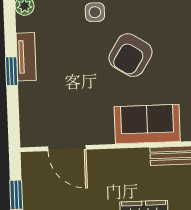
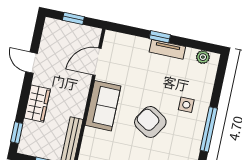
sofa: (147, 124) -> (103, 106), moved

